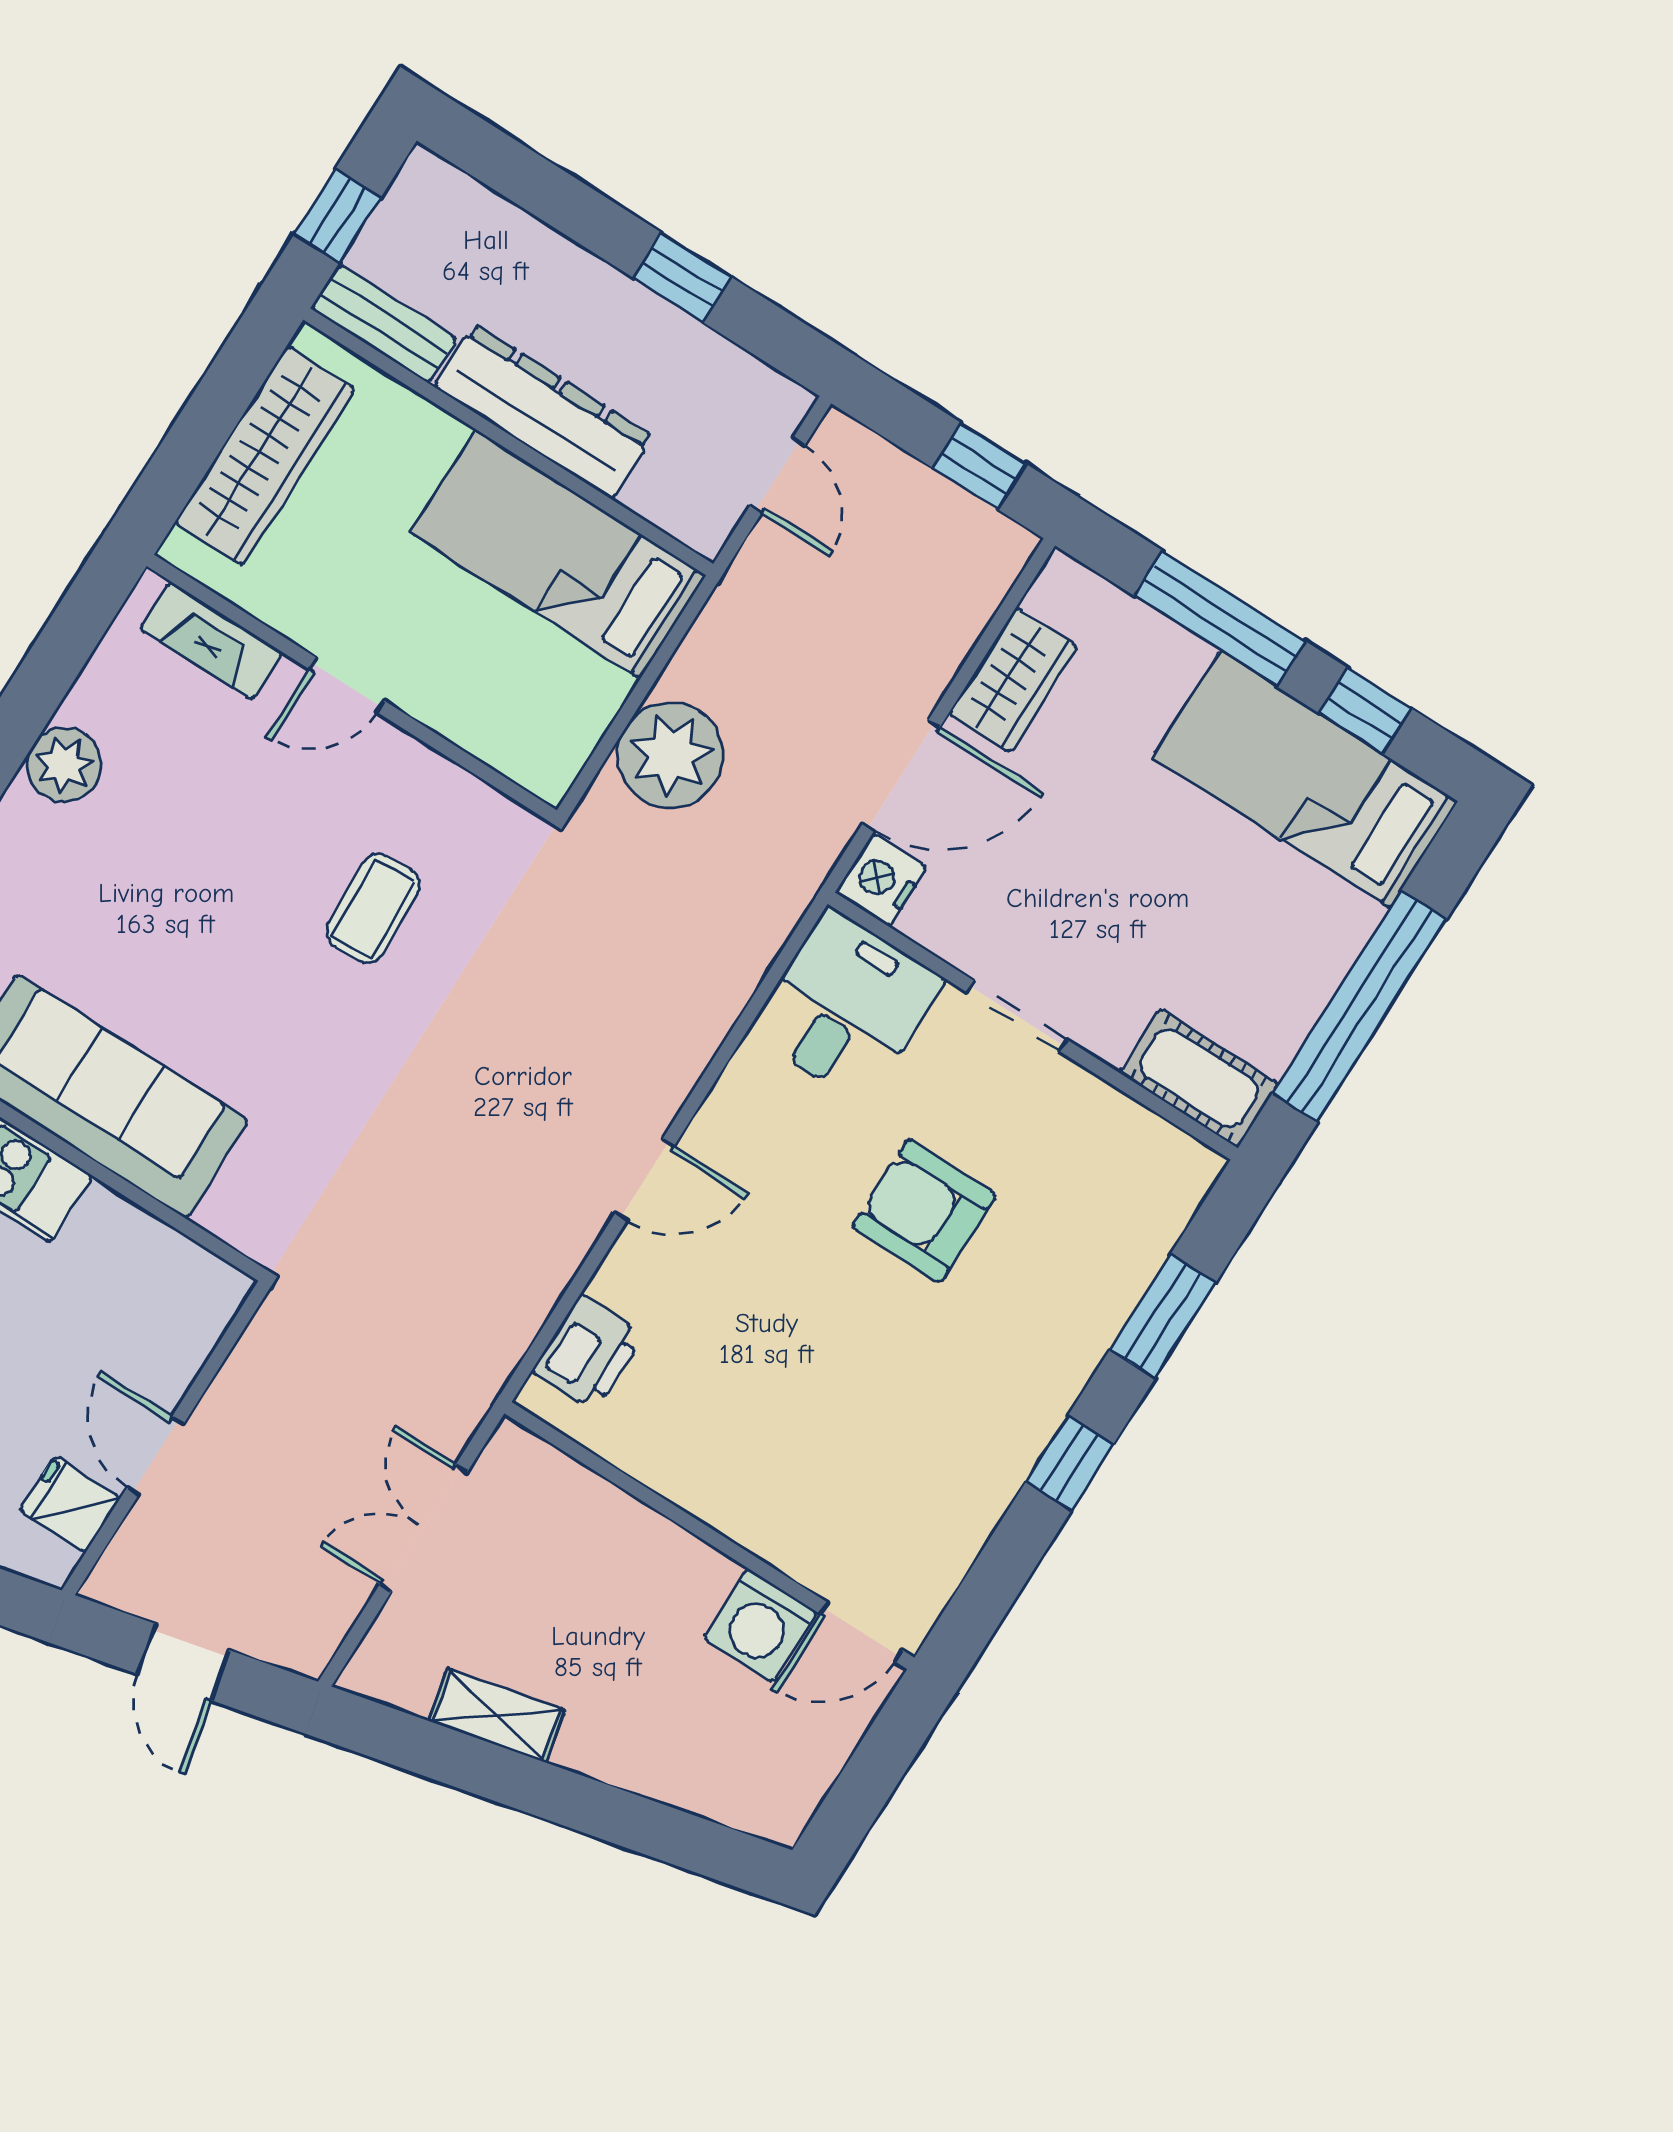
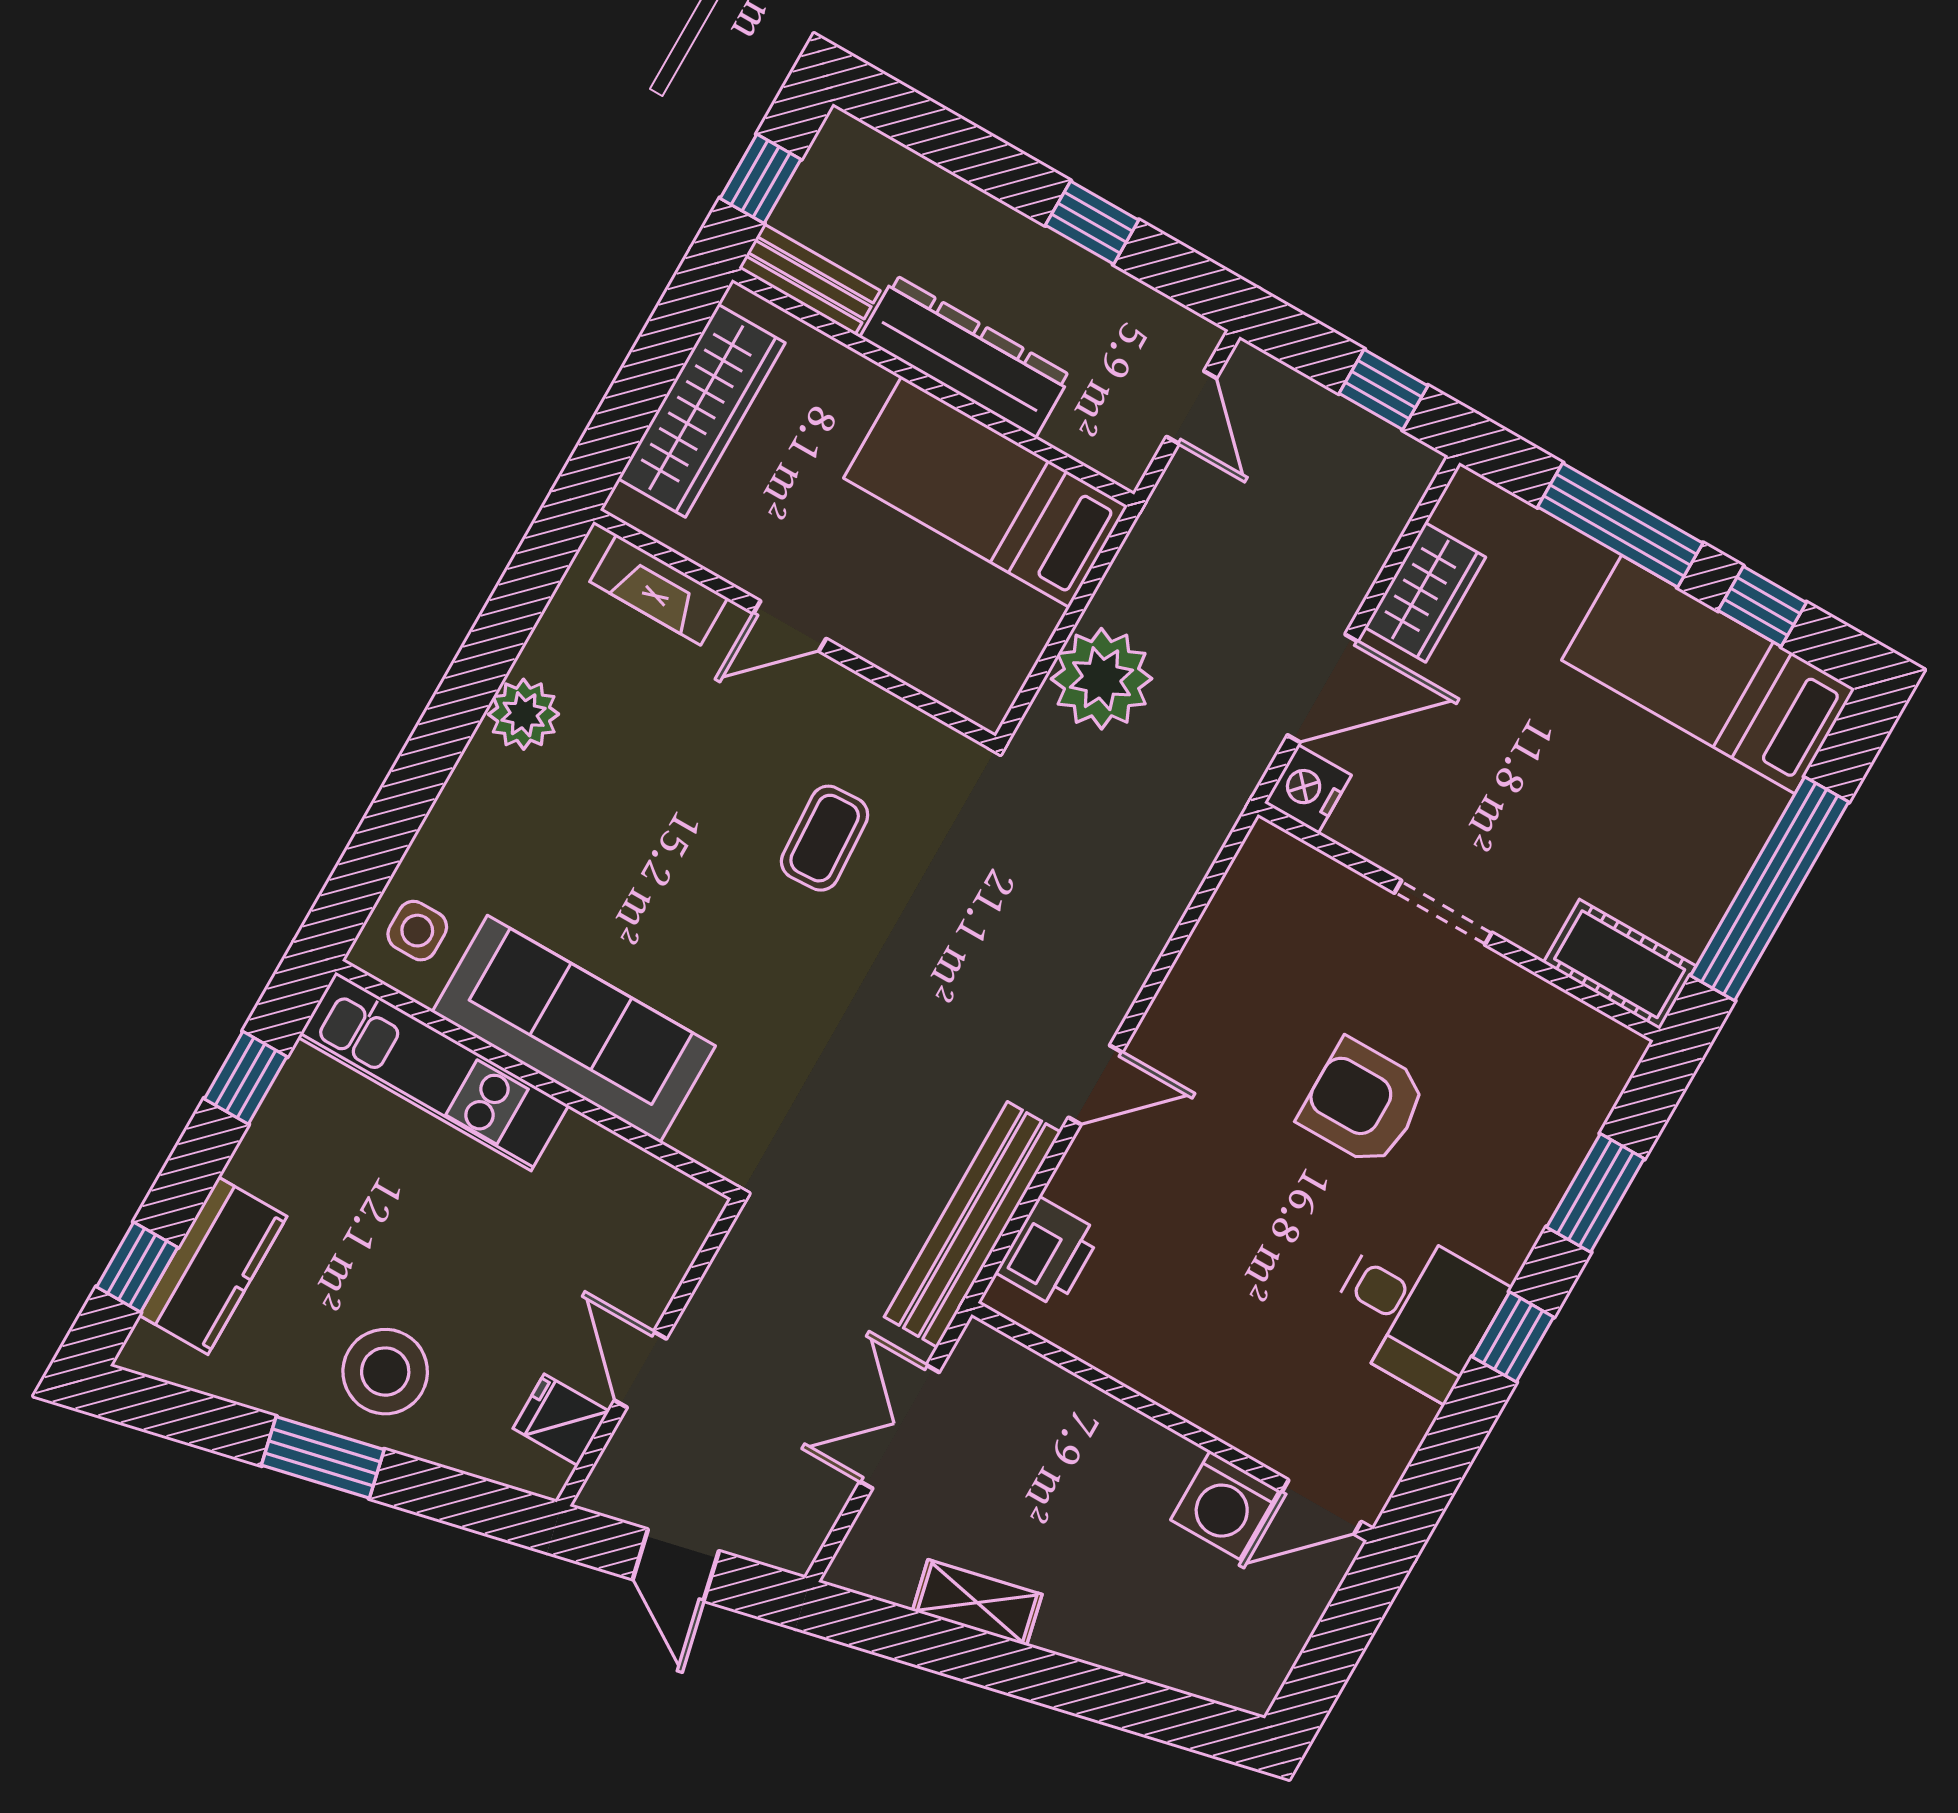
desk: (847, 1006) -> (1415, 1310), moved, turned 90
bench: (510, 1320) -> (973, 1225), added

